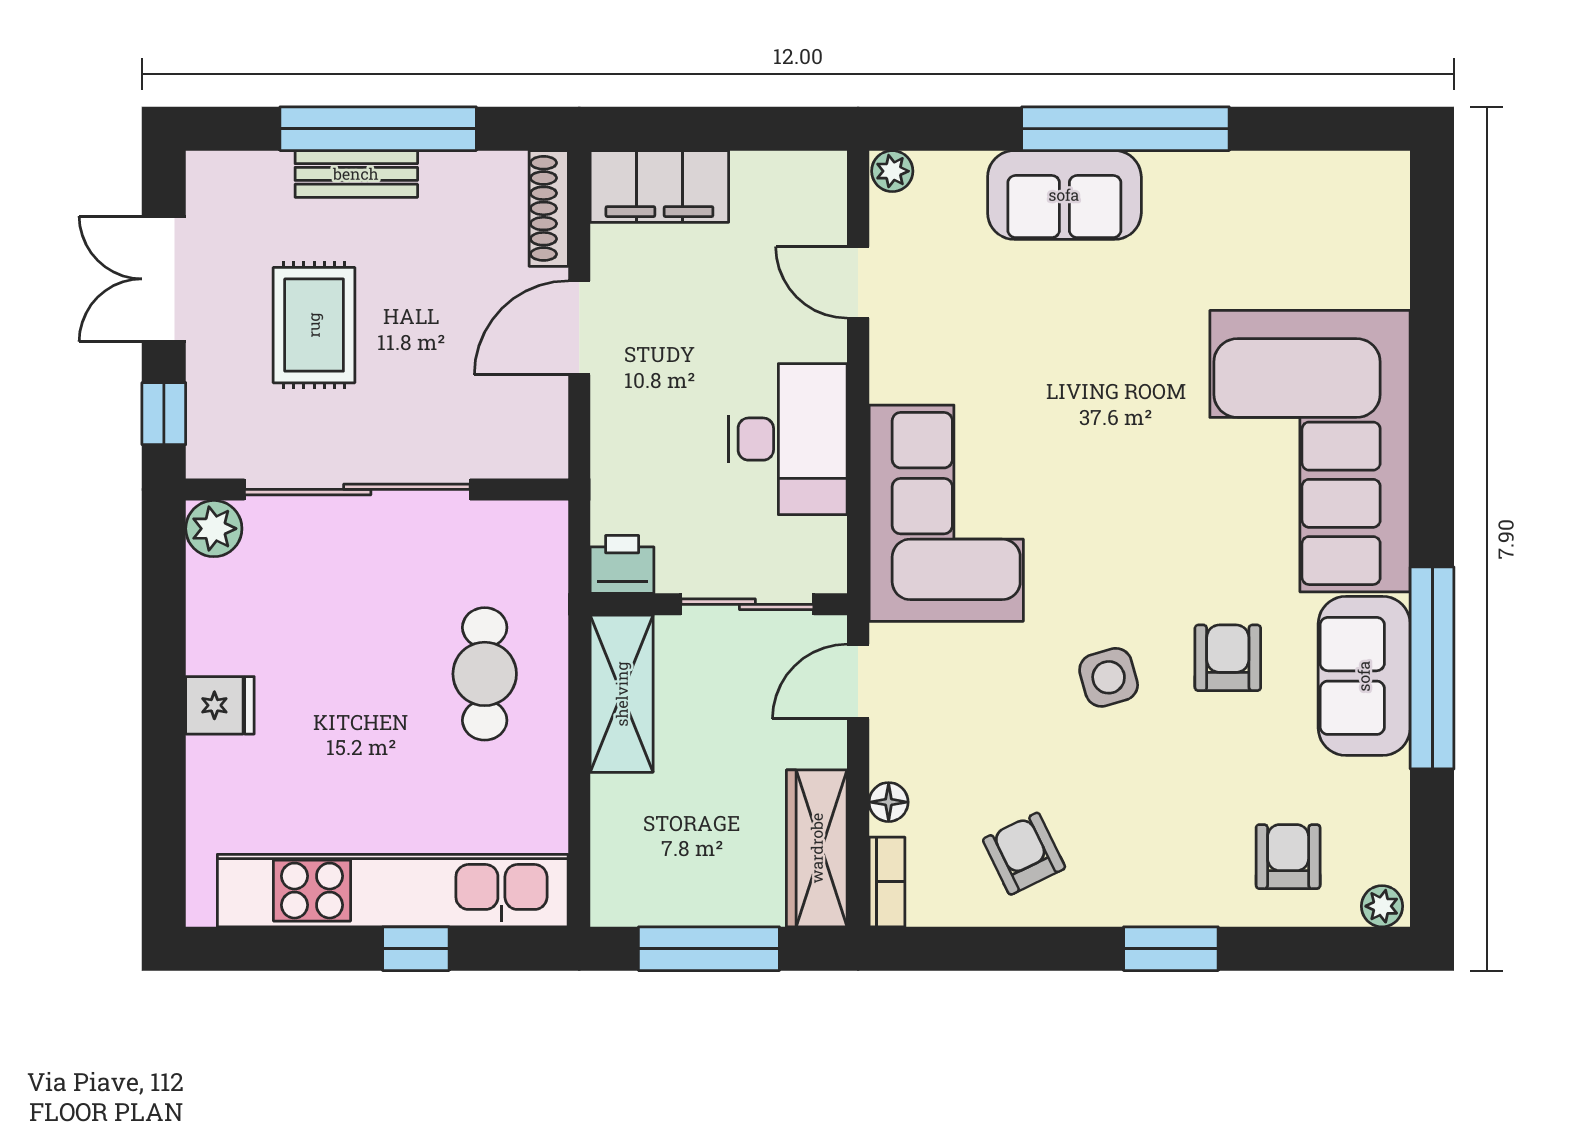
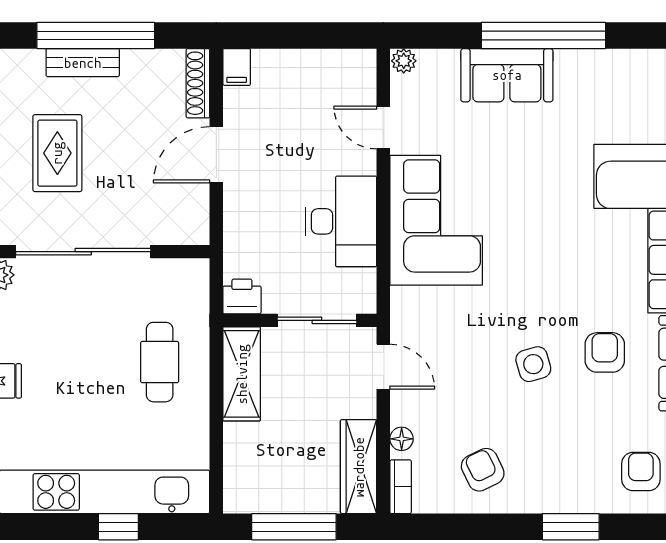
filing cabinet: (659, 186) -> (237, 67), width x0.33, depth x0.86
corner sofa: (946, 513) -> (436, 220), moved
door: (858, 682) -> (383, 367), swing flipped

